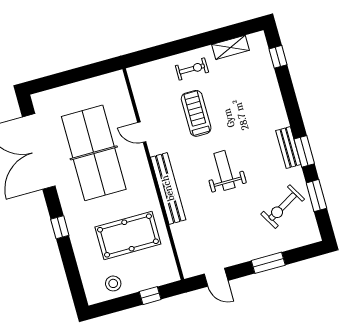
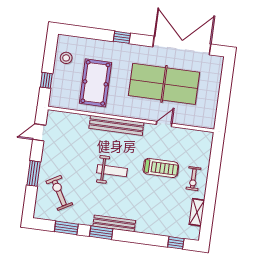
bench: (288, 148) -> (114, 223), width x1.36
exercise bike: (283, 207) -> (59, 193), moved

